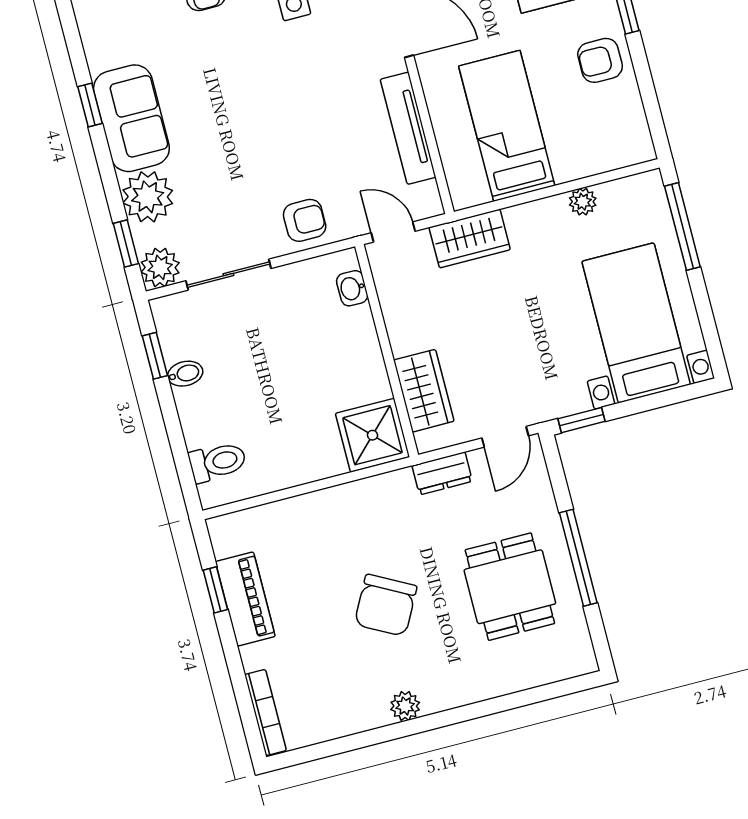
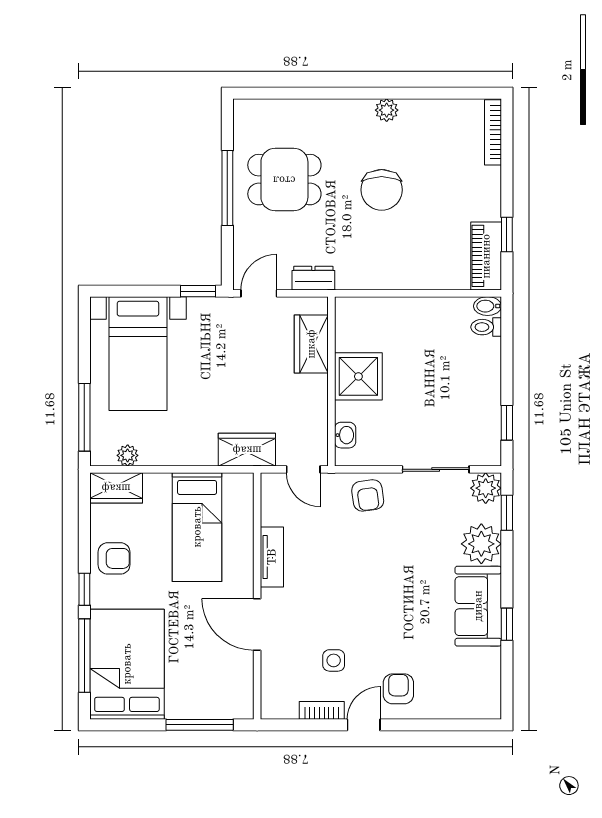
tv unit: (408, 128) -> (272, 557), width x0.71
wardrobe: (620, 149) -> (116, 488), added
plant: (583, 202) -> (128, 455), moved
armchair: (305, 220) -> (368, 495), turned -98
bidet: (185, 374) -> (488, 306), moved
shower: (372, 435) -> (358, 376), moved
toilet: (218, 462) -> (486, 327), width x0.73, depth x0.72
dining table: (510, 587) -> (284, 180), turned 90
piano: (245, 599) -> (486, 256), moved
chair: (386, 605) -> (382, 190), turned 152

